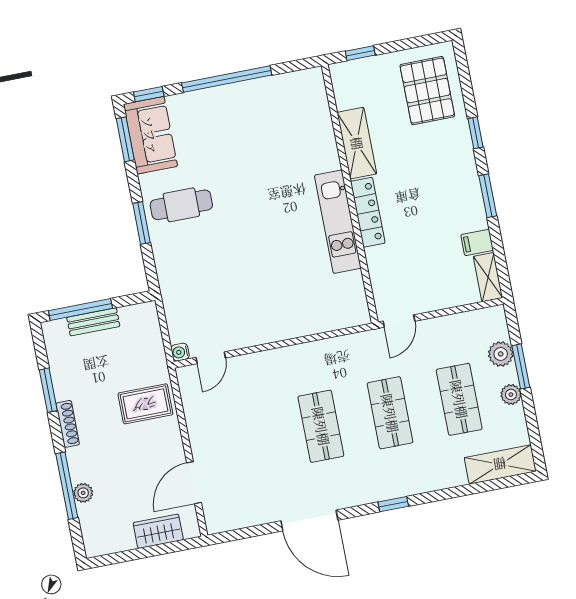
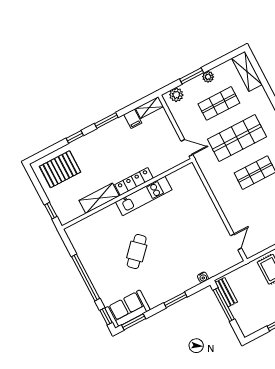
cafe table: (181, 205) -> (137, 252), moved, turned 43
window: (80, 310) -> (224, 305), moved
bench: (93, 322) -> (226, 292), moved
water cooler: (180, 352) -> (203, 277), moved
plant: (501, 354) -> (176, 95), moved
door: (211, 358) -> (236, 242), hinge flipped
shop shelf: (390, 413) -> (237, 138), width x1.43, depth x1.36

